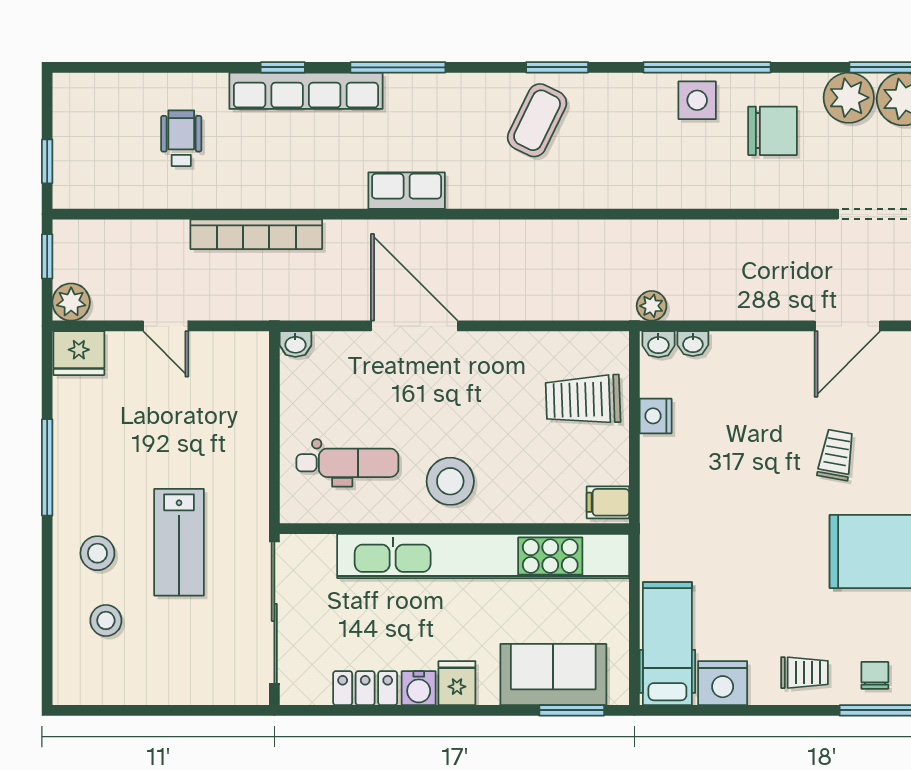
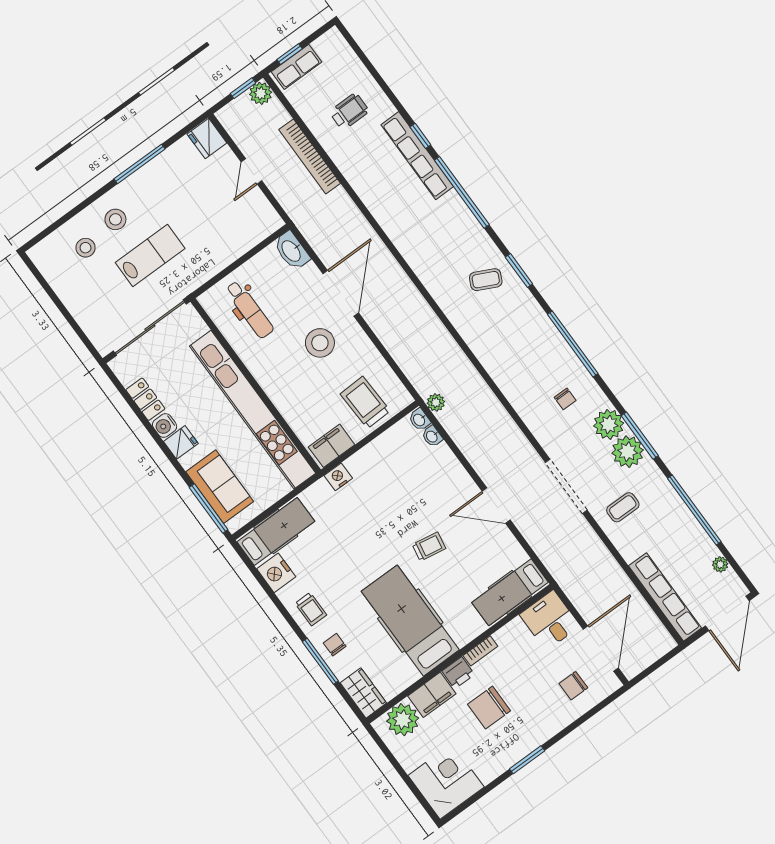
window: (398, 67) -> (462, 192), width x1.46
side table: (697, 100) -> (553, 351), removed
coffee table: (537, 120) -> (486, 280), width x0.73, depth x0.77
chair: (772, 131) -> (565, 399), width x0.54, depth x0.54
row of seats: (407, 191) -> (296, 67), moved, turned 90
bookcase: (256, 234) -> (310, 156), moved
plant: (71, 302) -> (261, 93), moved
washbasin: (295, 344) -> (292, 251), width x1.91, depth x1.45
nightstand: (656, 416) -> (338, 477), moved
stool: (450, 481) -> (320, 343), moved
filing cabinet: (608, 502) -> (332, 446), width x2.00
lab bench: (179, 542) -> (150, 255), turned 180
chair: (875, 675) -> (335, 645), turned -90
window: (572, 710) -> (209, 509), width x1.44

